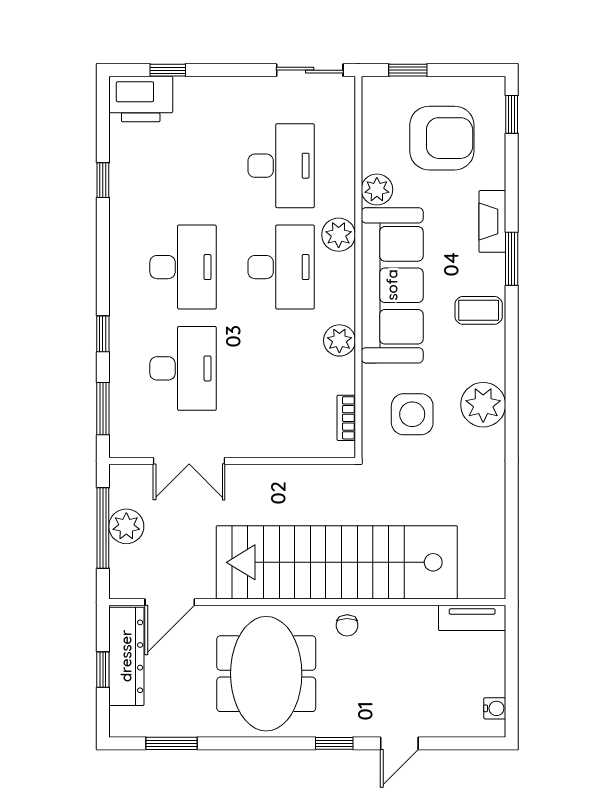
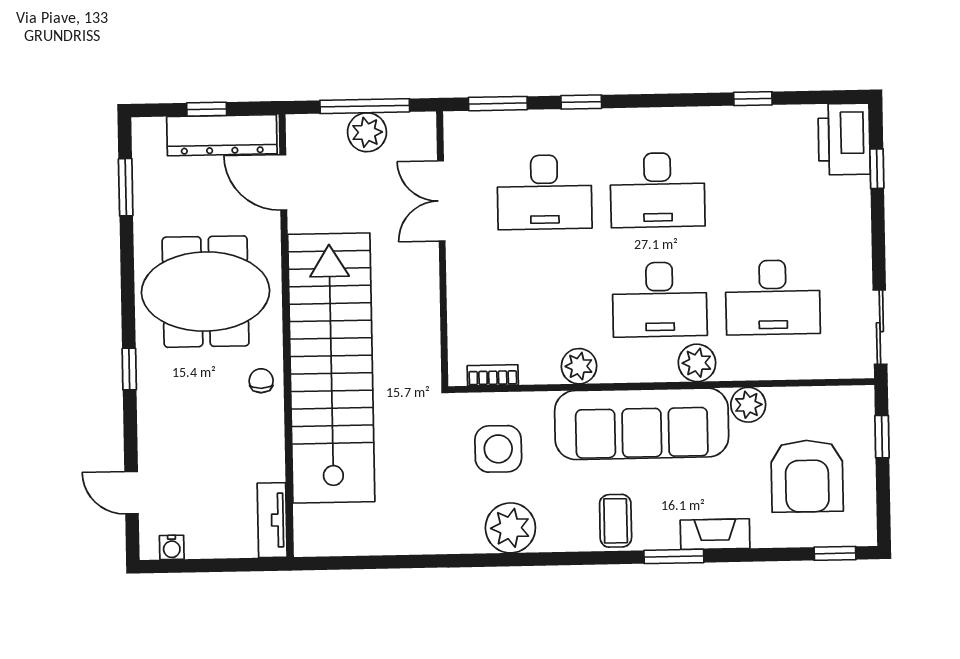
chair: (347, 625) -> (261, 381), turned 90
door: (399, 743) -> (132, 493), moved

